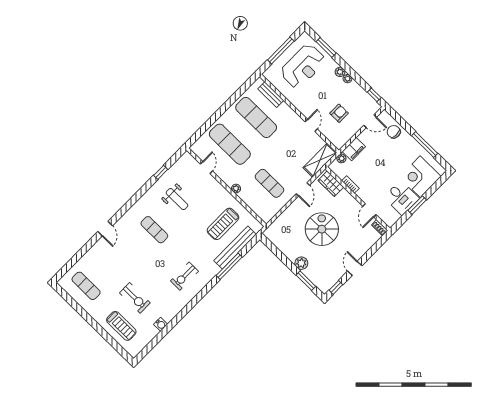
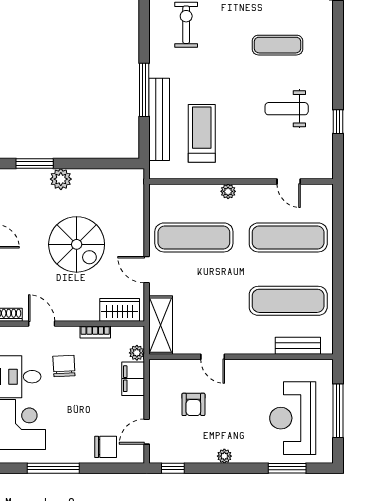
plant: (340, 72) -> (241, 455), removed
exercise mat: (269, 183) -> (194, 237), width x1.36, depth x1.45
chair: (378, 183) -> (64, 366), added

